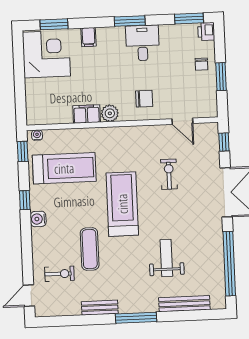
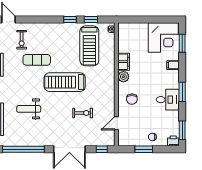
window: (23, 151) -> (91, 20), moved
treadmill: (122, 204) -> (65, 82), turned 180
water cooler: (38, 219) -> (57, 28), removed
weight bench: (166, 258) -> (29, 109), turned 180

